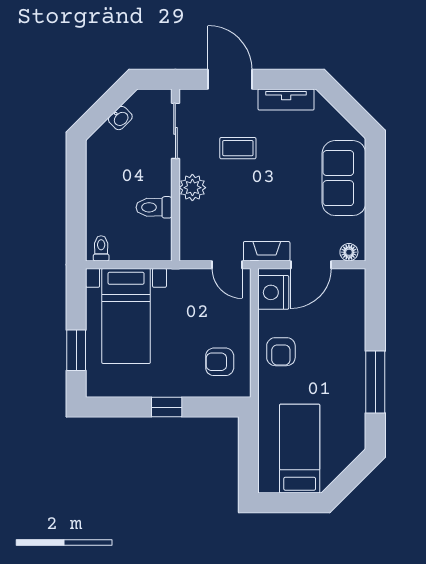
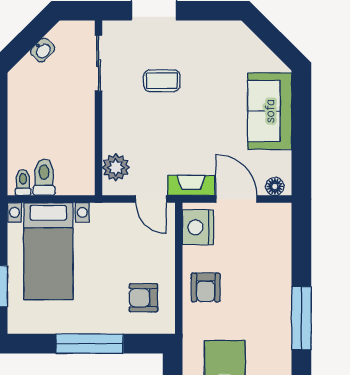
tv unit: (286, 100) -> (211, 31), removed
plant: (192, 188) -> (116, 167), moved
toilet: (154, 207) -> (44, 177), moved, turned 90
door: (311, 265) -> (236, 199), swing flipped
window: (167, 407) -> (90, 344), width x2.17

